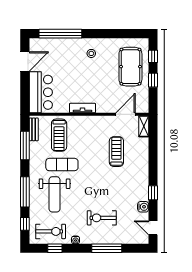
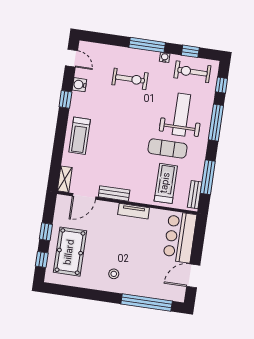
bench: (101, 120) -> (114, 193), added
treadmill: (116, 152) -> (80, 136), moved
window: (107, 248) -> (147, 45), moved

